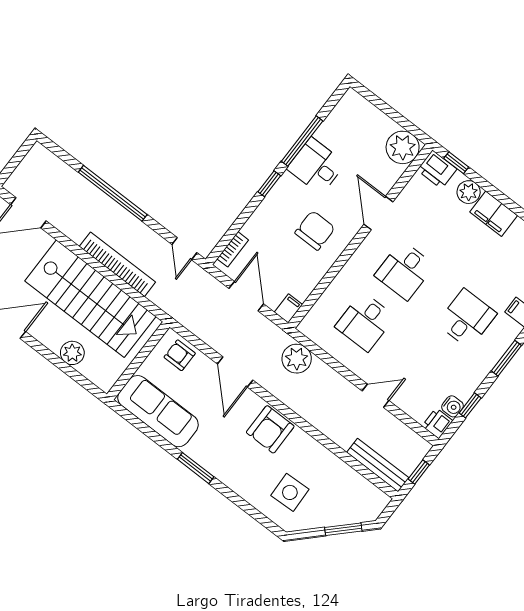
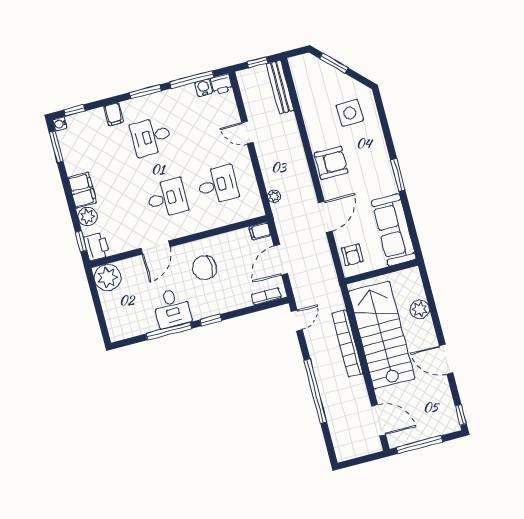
plant: (297, 359) -> (274, 196), width x0.53, depth x0.53
window: (470, 405) -> (192, 80), width x2.17

